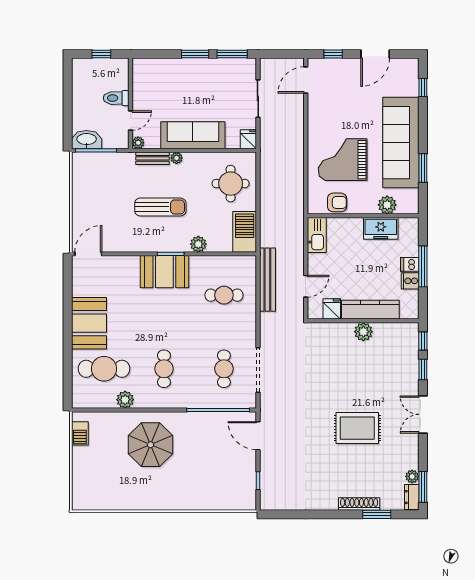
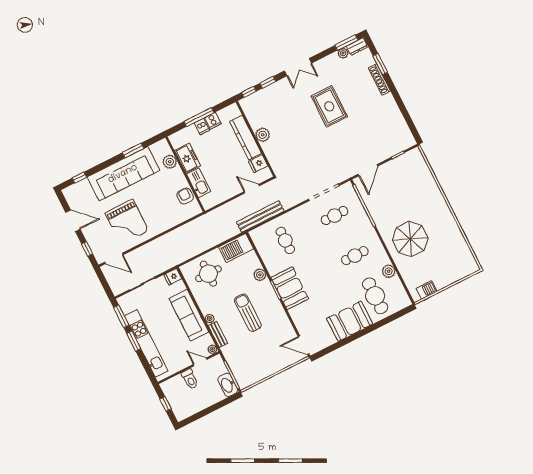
kitchen unit: (185, 67) -> (146, 343), added
grand piano: (343, 160) -> (127, 222), moved
kitchen sink: (317, 235) -> (199, 183), moved, turned 90

